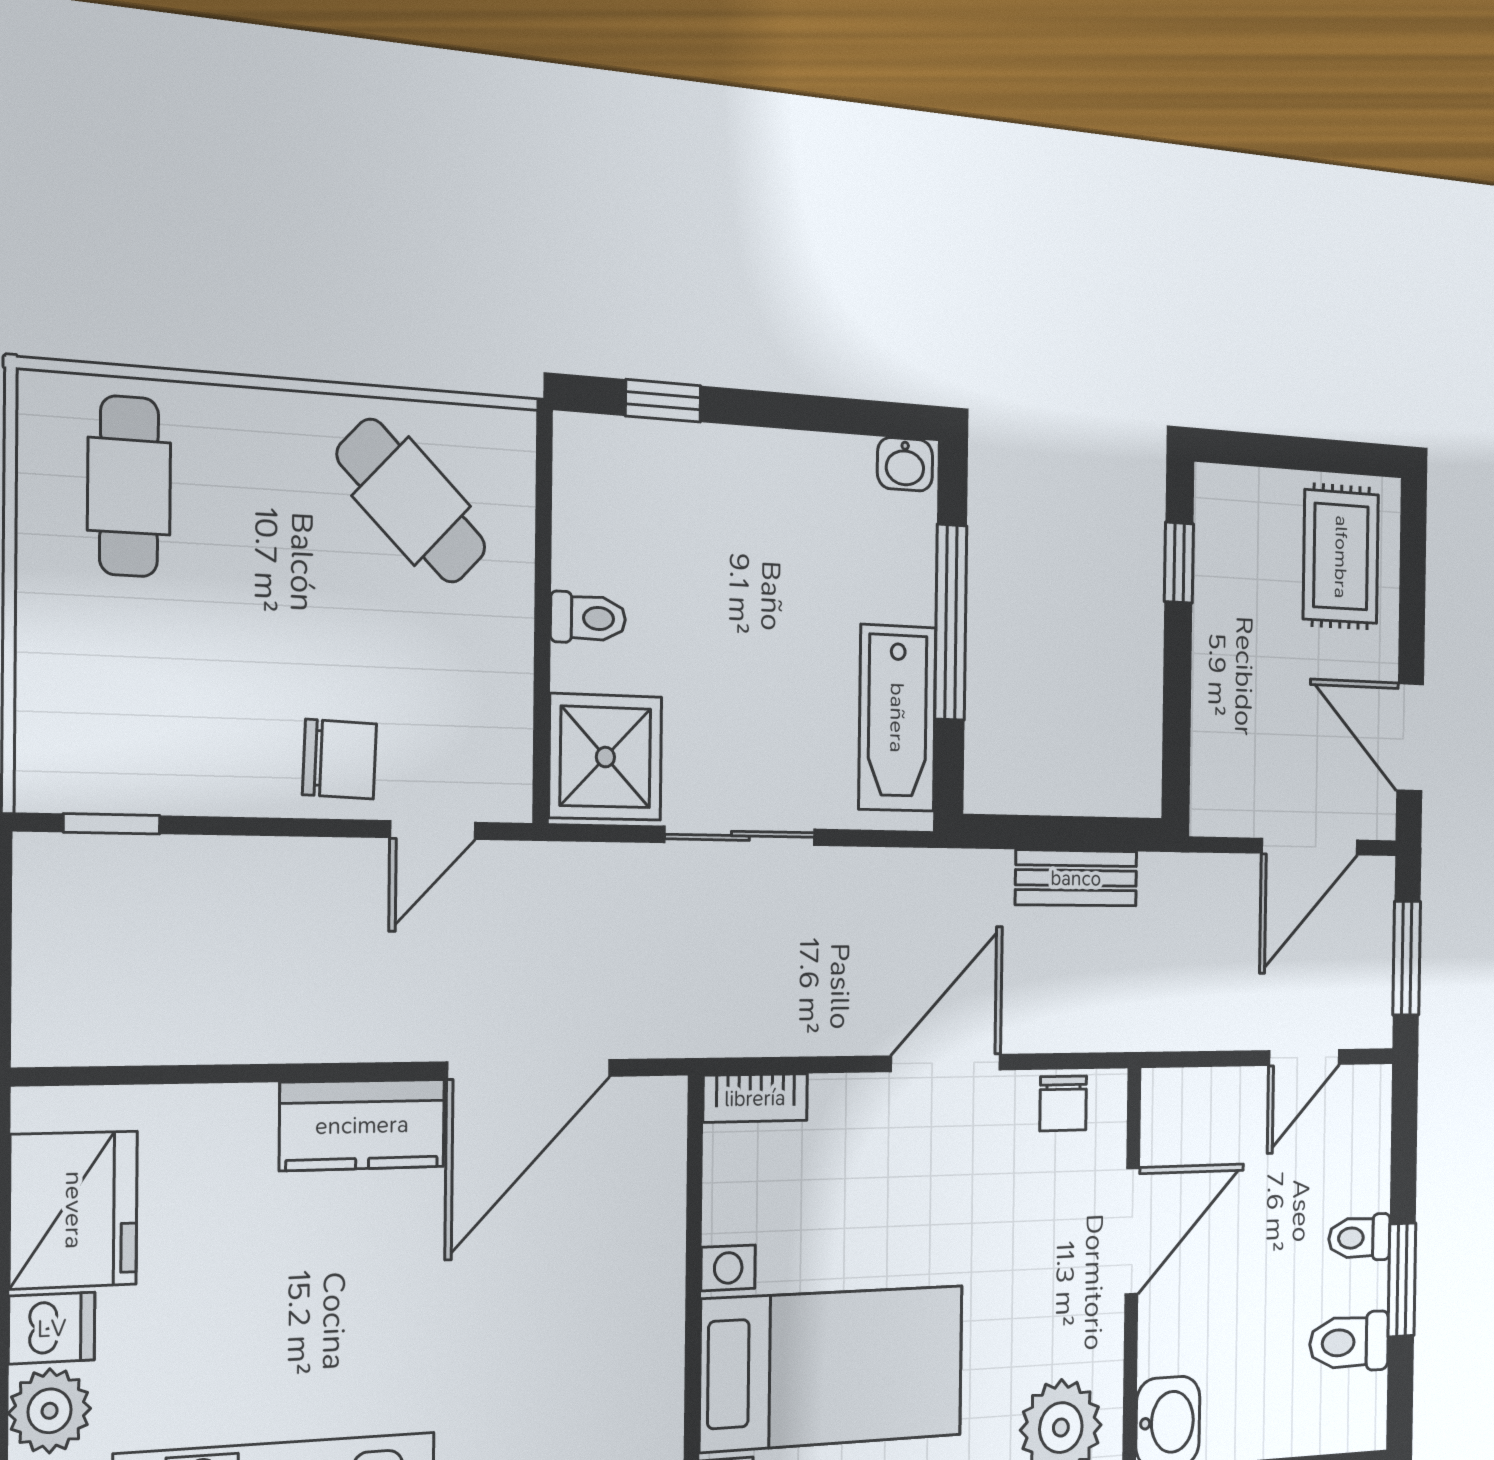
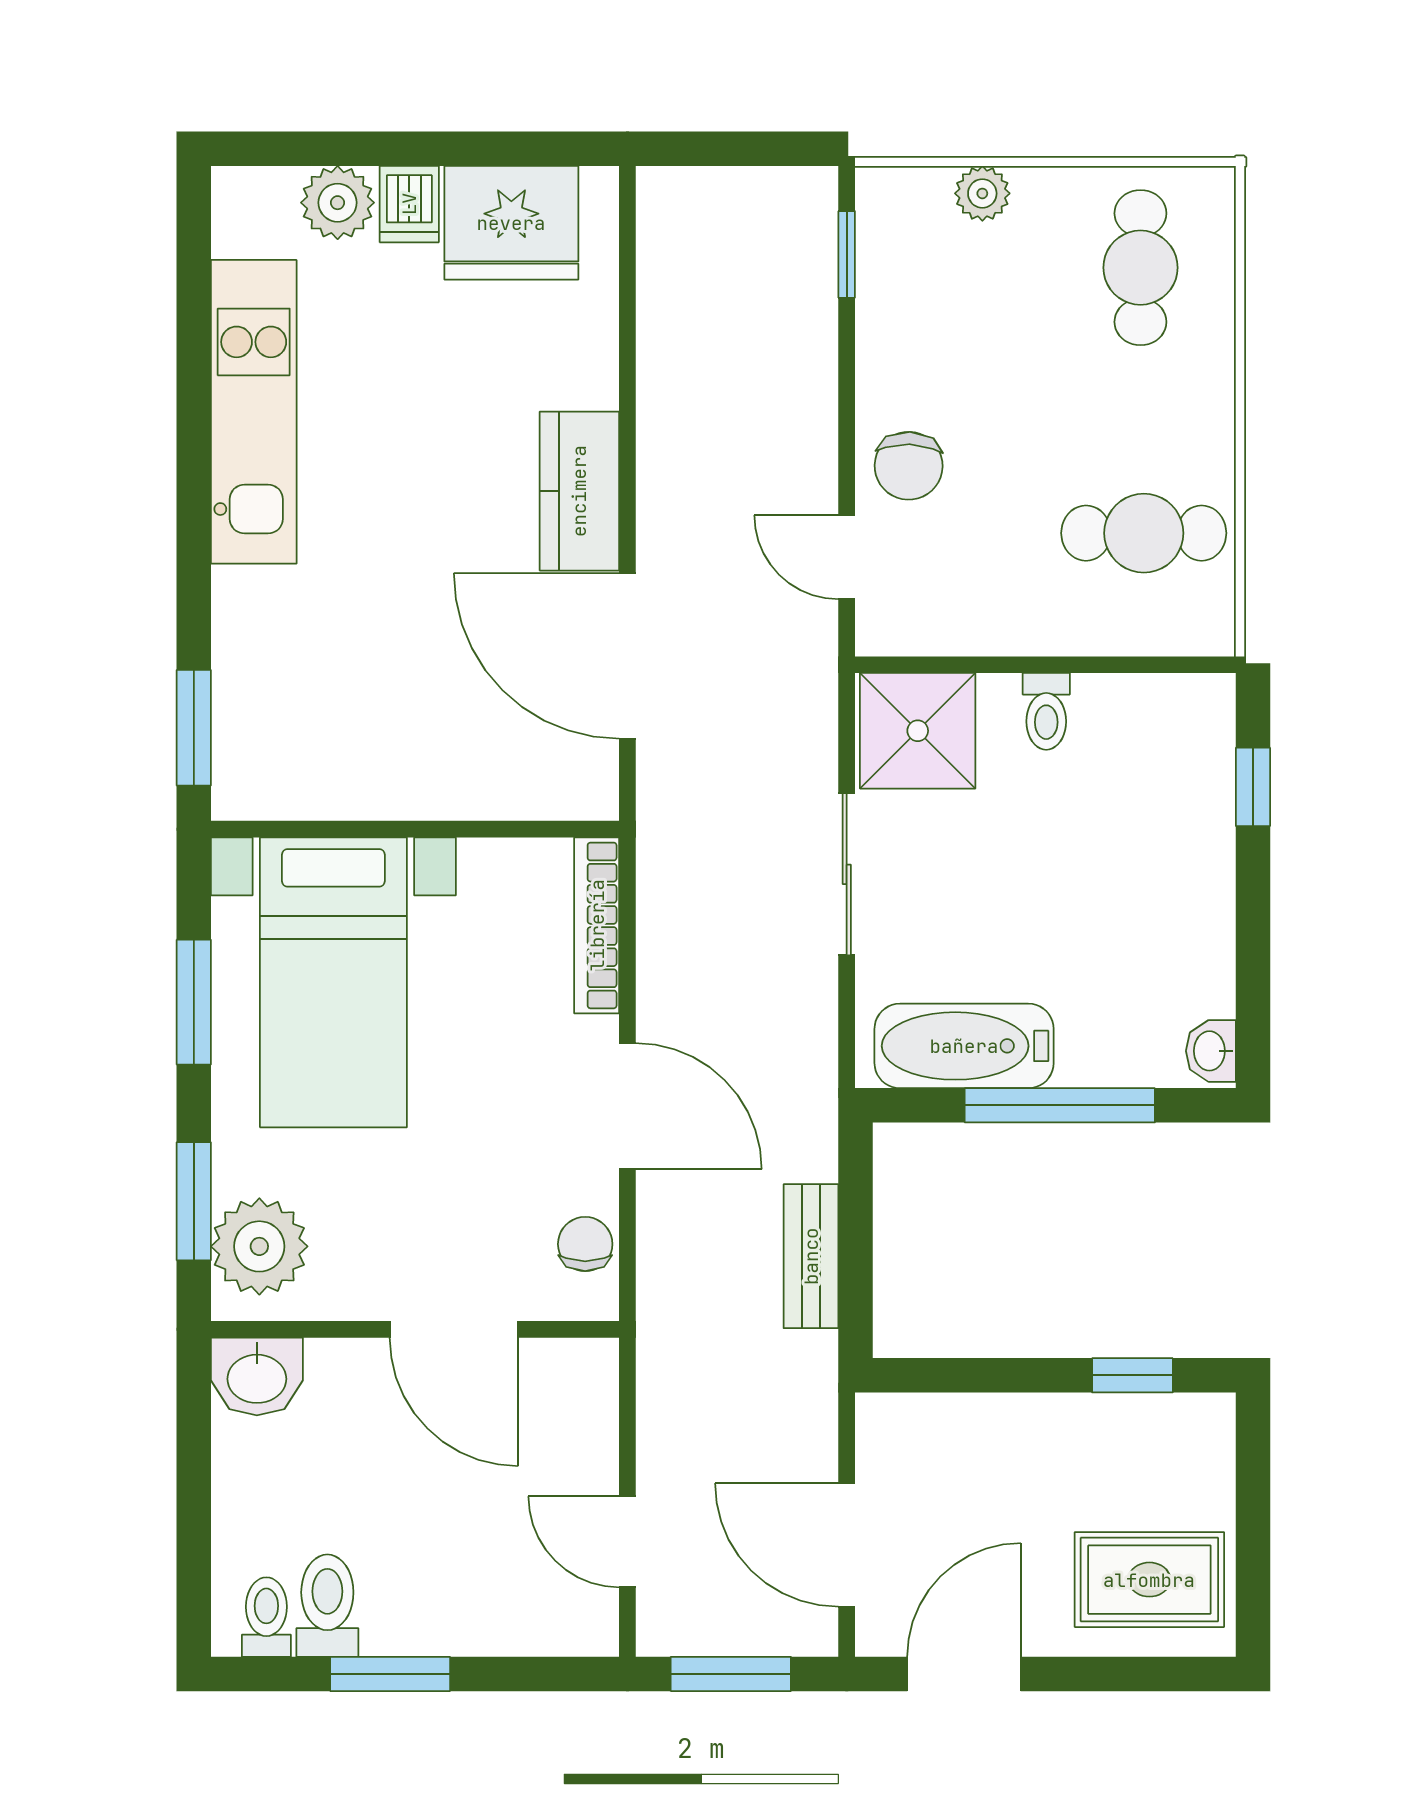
cafe table: (129, 486) -> (1140, 268), turned 90
cafe table: (411, 501) -> (1144, 533), turned 46
plant: (45, 665) -> (982, 193), added
bookcase: (755, 1098) -> (597, 925), width x1.56
chair: (1063, 1103) -> (585, 1244), turned 90
toilet: (1359, 1238) -> (266, 1617), moved

